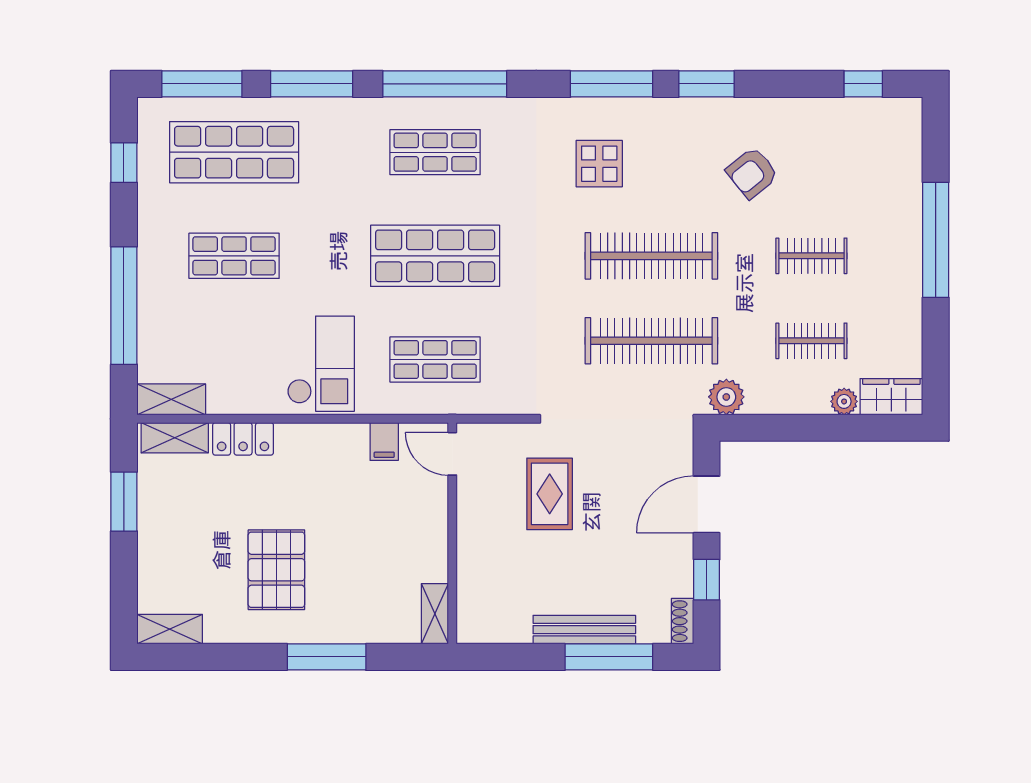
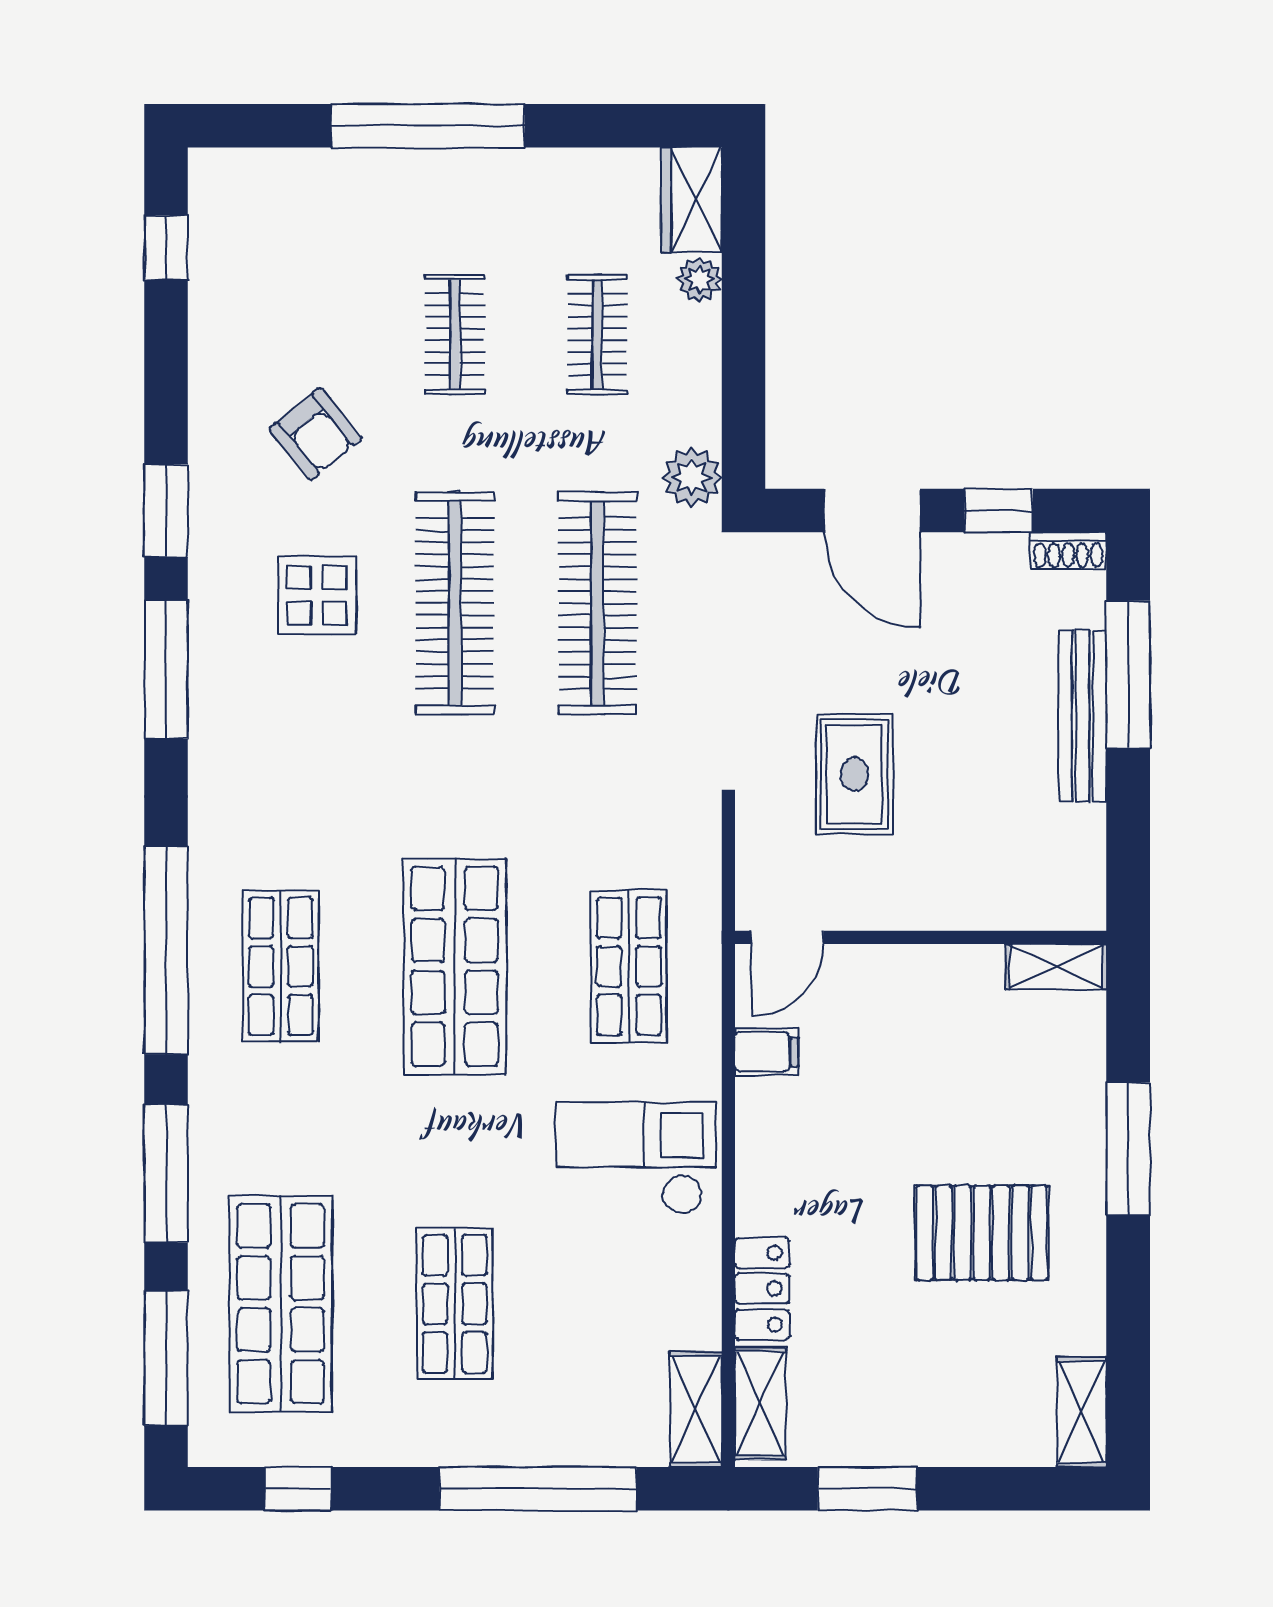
display table: (599, 164) -> (317, 595), moved
rug: (550, 494) -> (854, 774), turned 90

